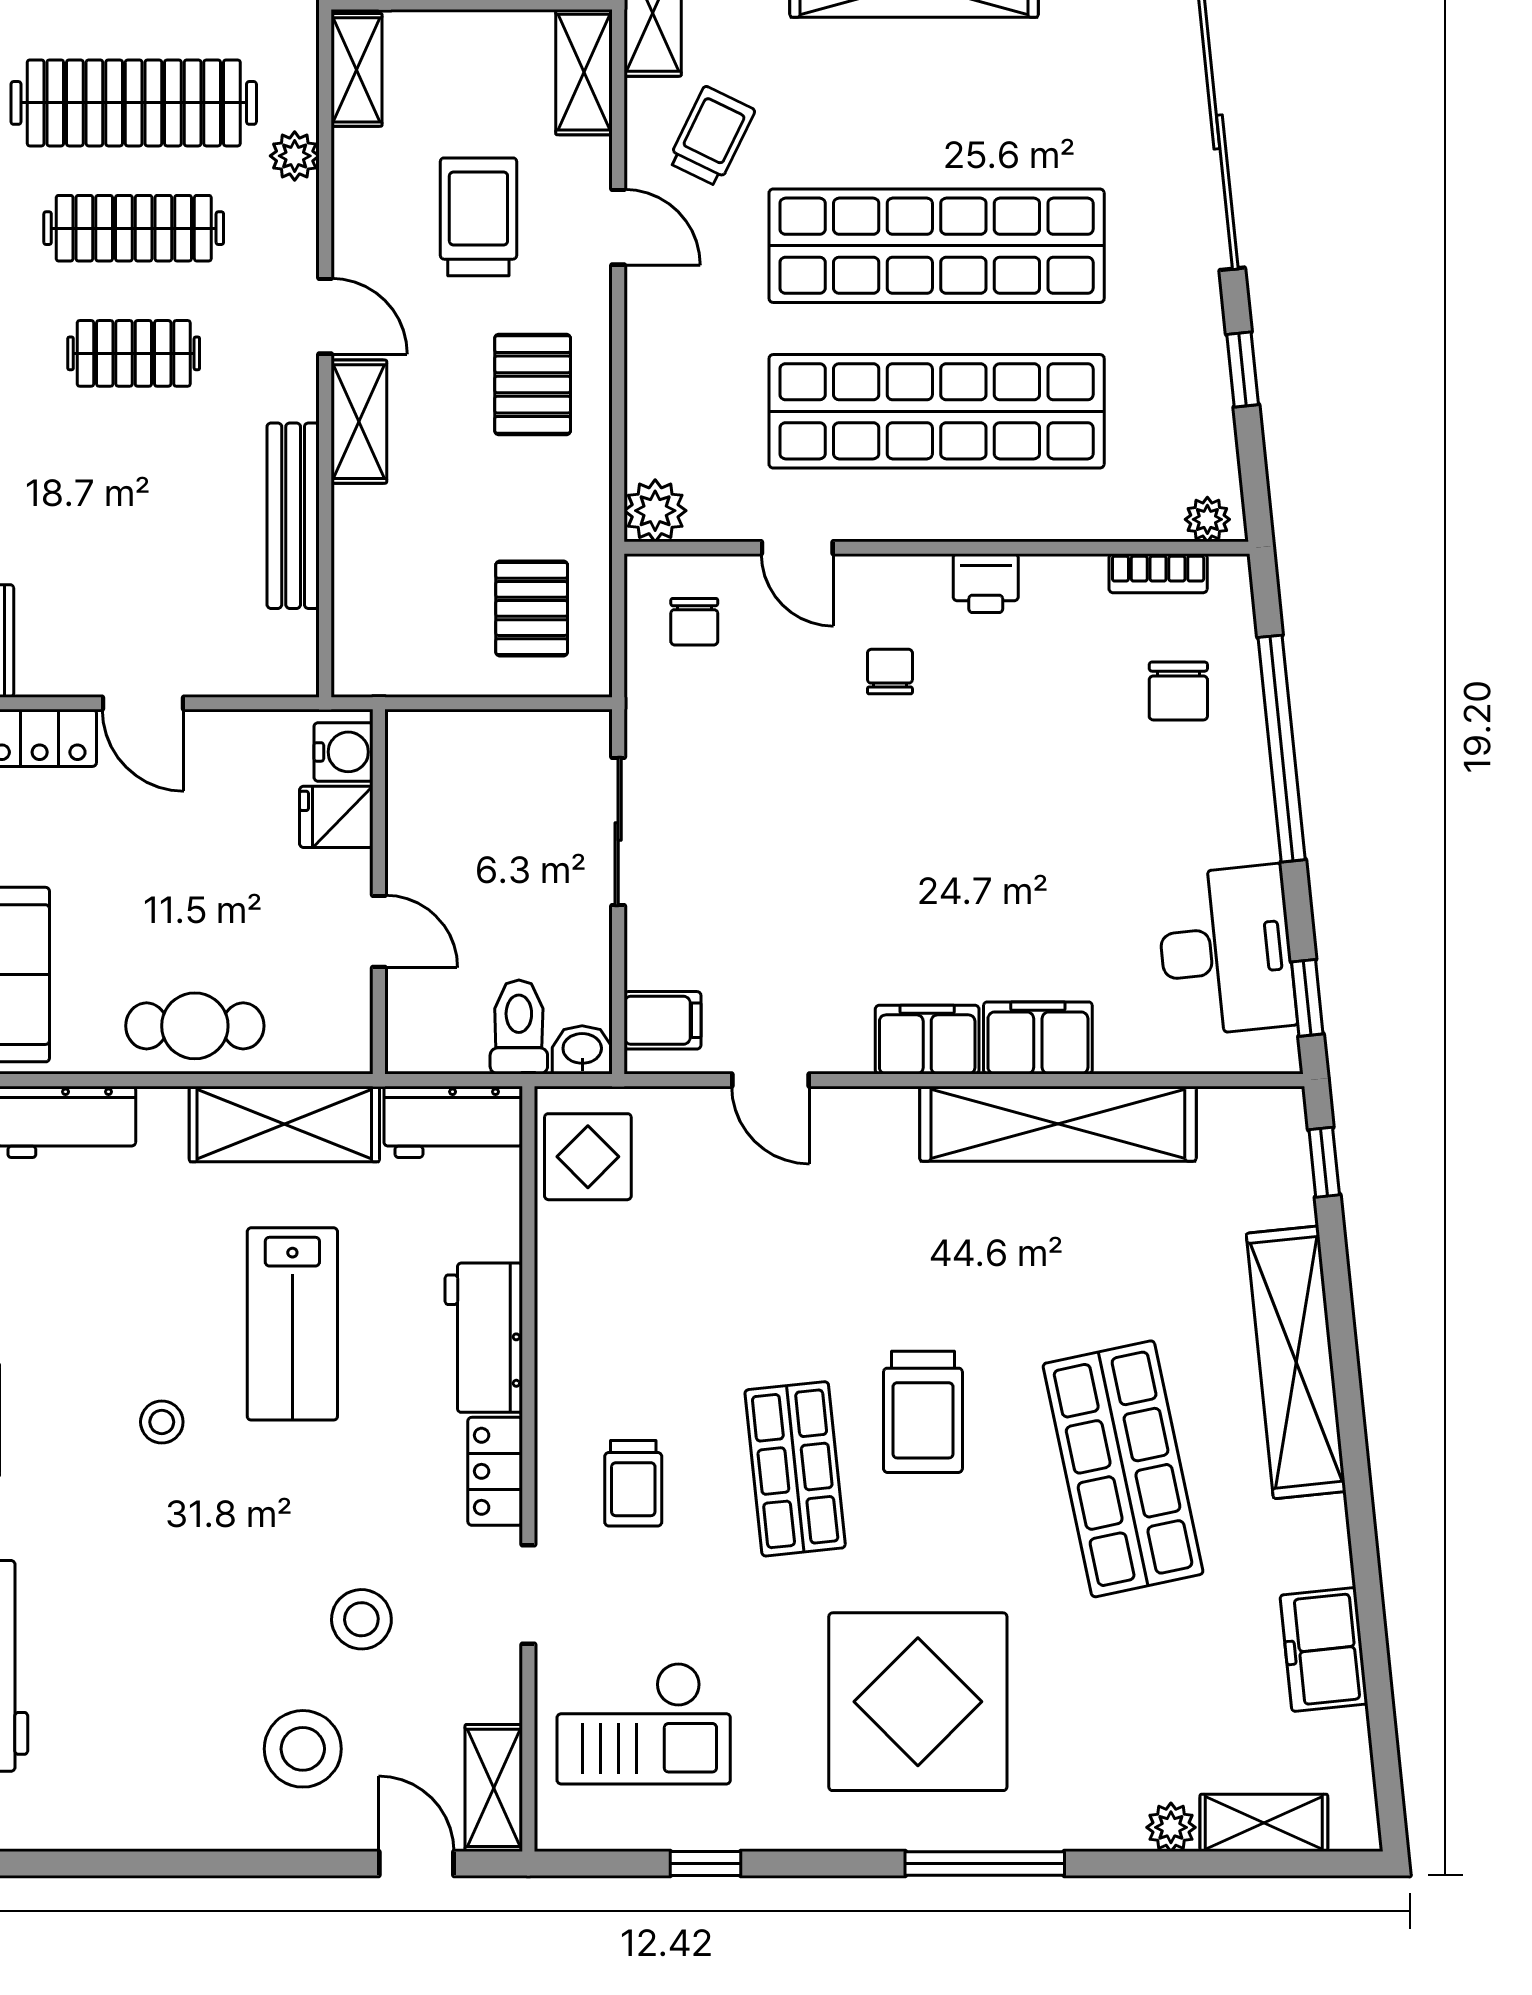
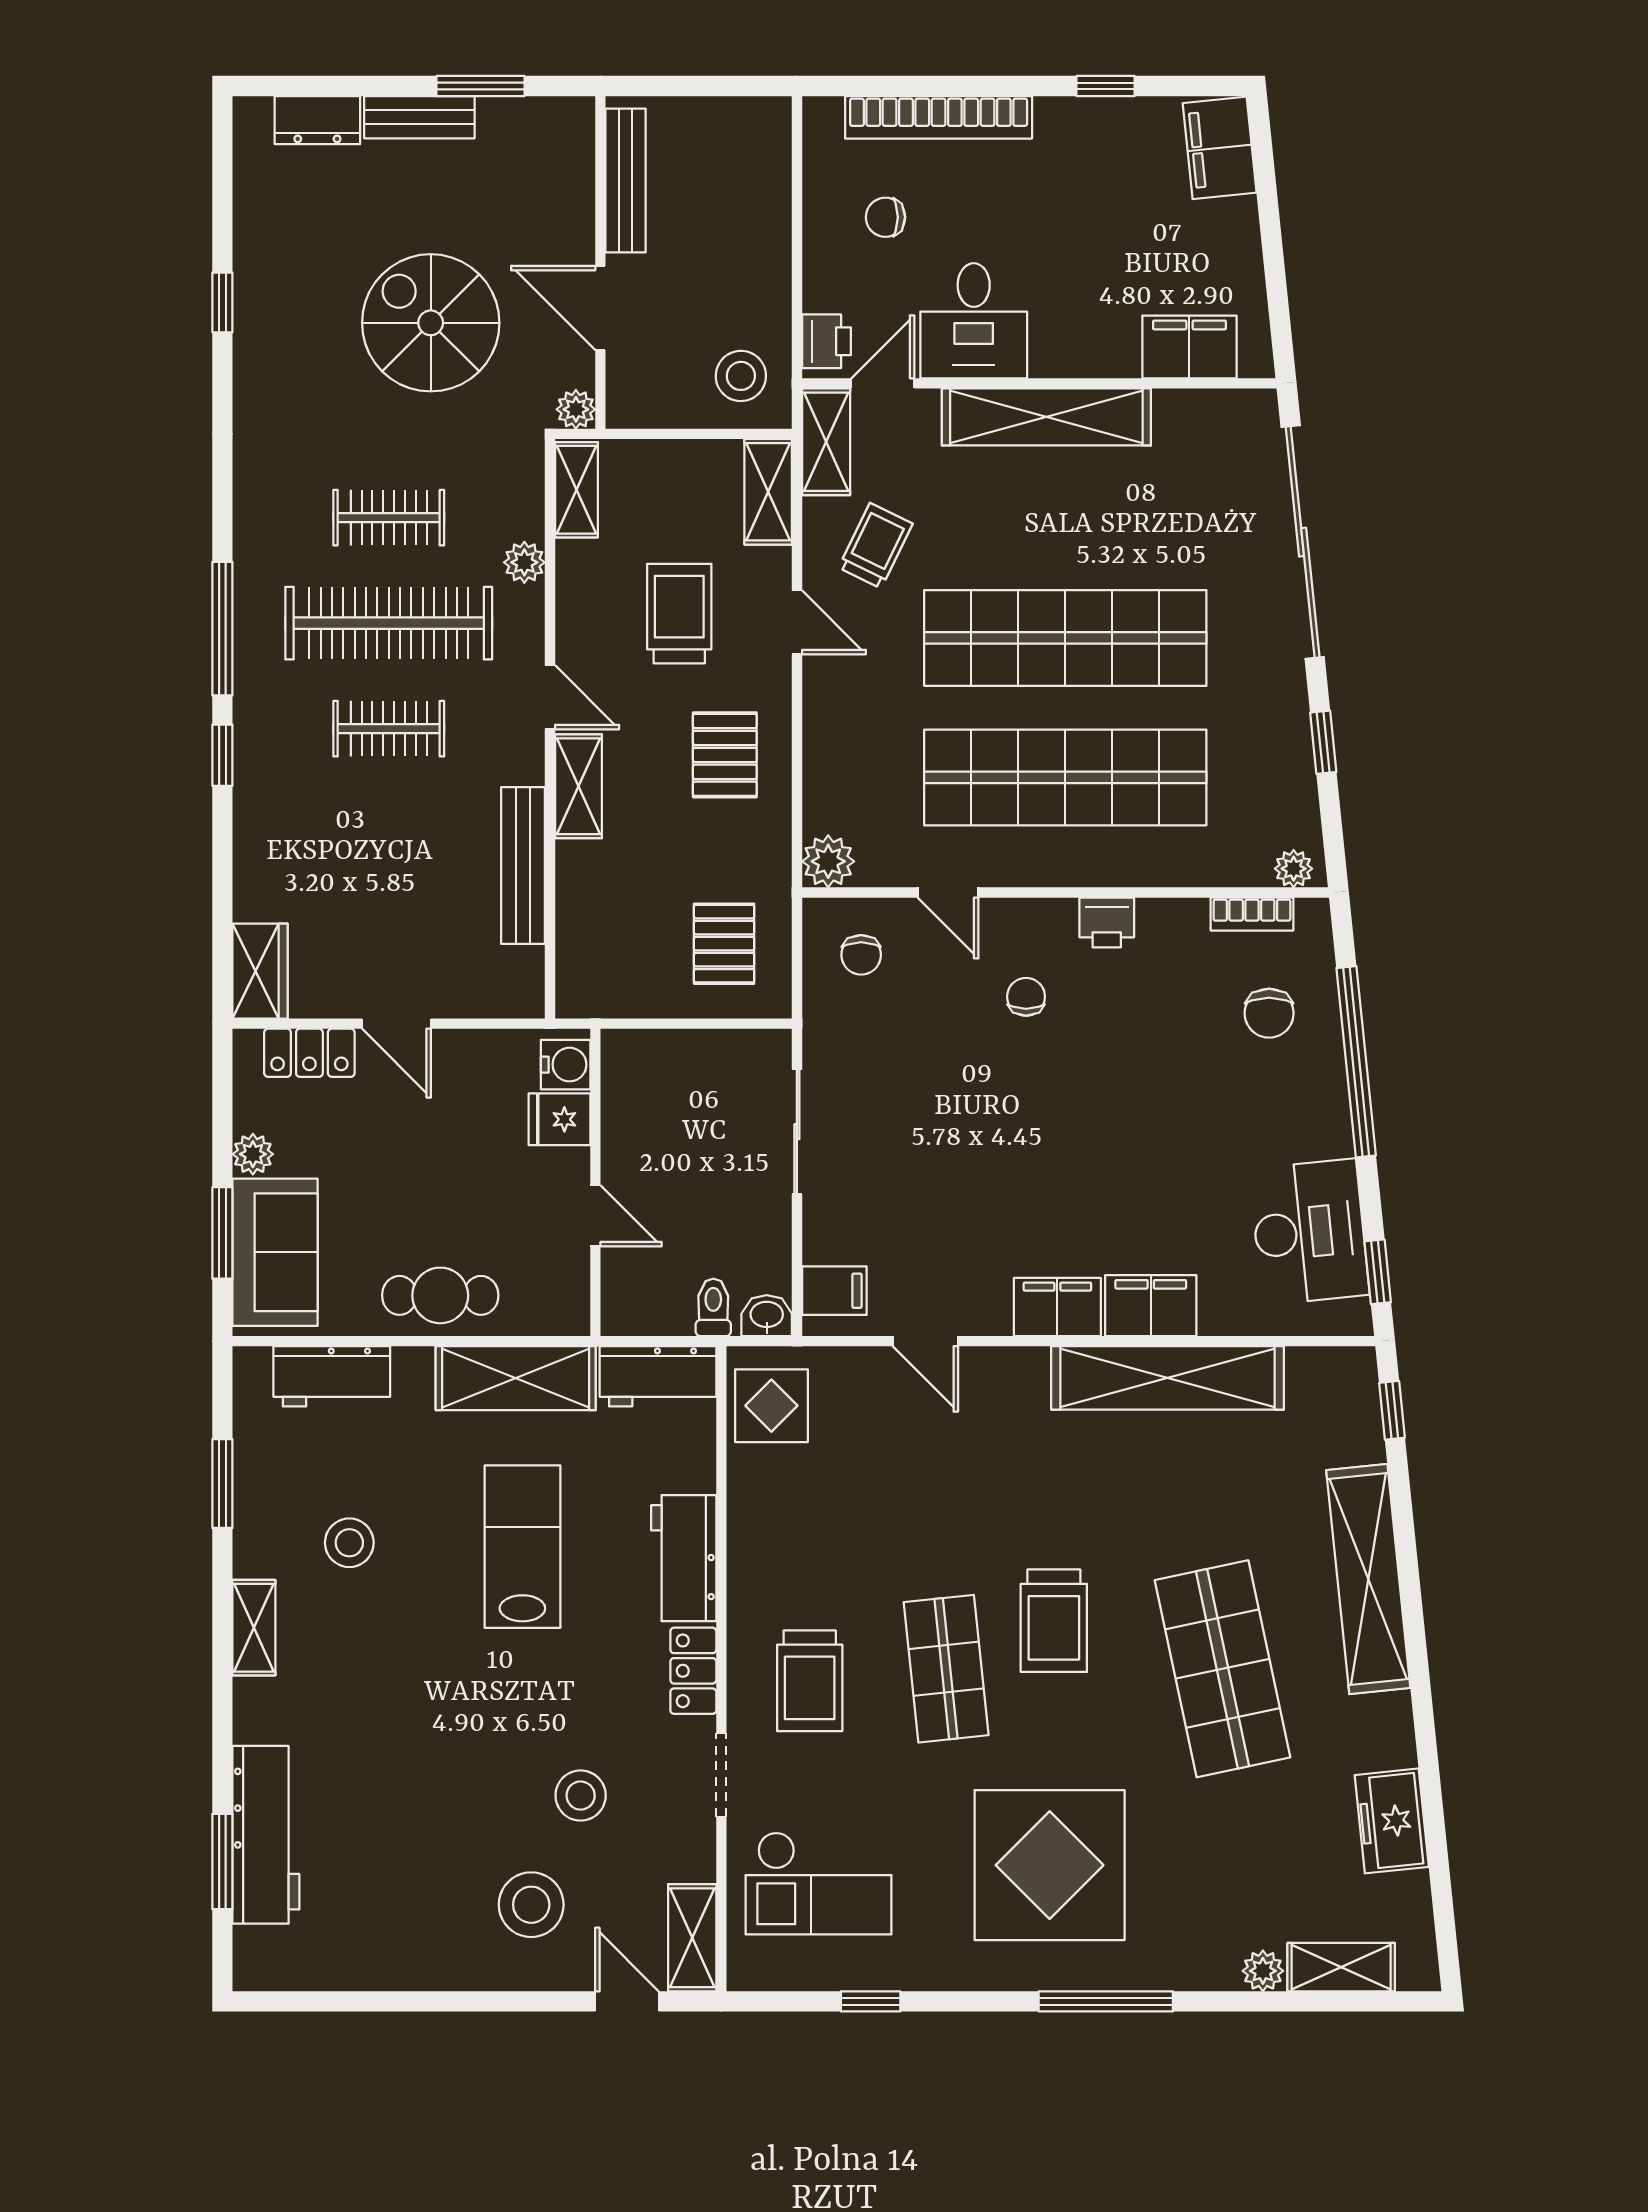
clothes rail: (134, 103) -> (389, 518), width x0.54, depth x0.76
clothes rail: (134, 228) -> (389, 623), width x1.37, depth x1.31
toilet: (519, 1027) -> (713, 1307), width x0.73, depth x0.72
lab bench: (292, 1324) -> (522, 1547), turned 180
stool: (162, 1422) -> (349, 1543), moved, width x1.37, depth x1.37
trolley: (633, 1483) -> (810, 1681), width x1.36, depth x1.39

